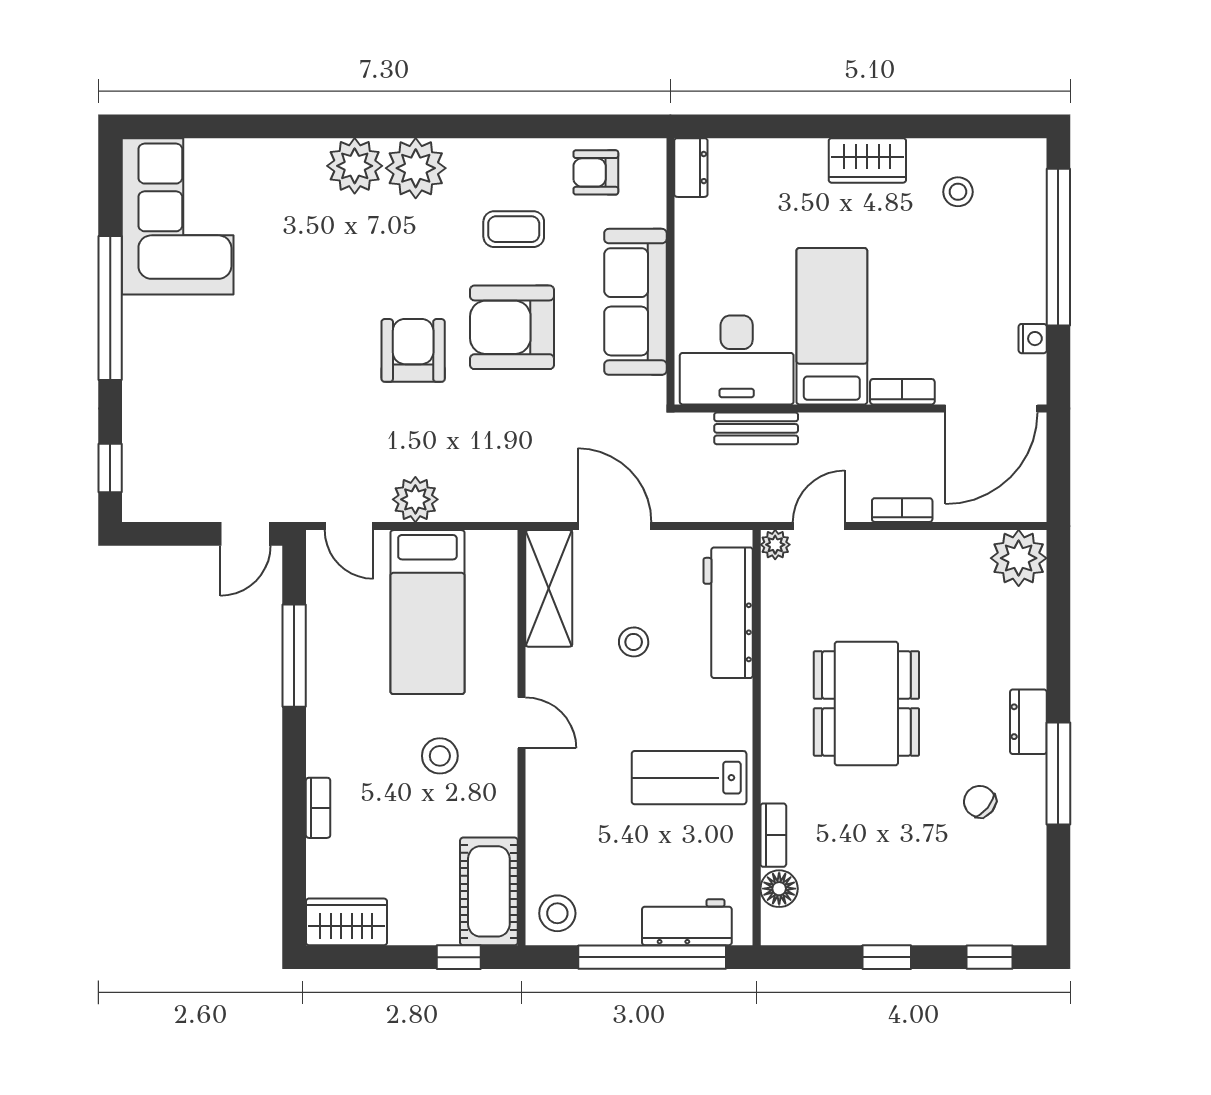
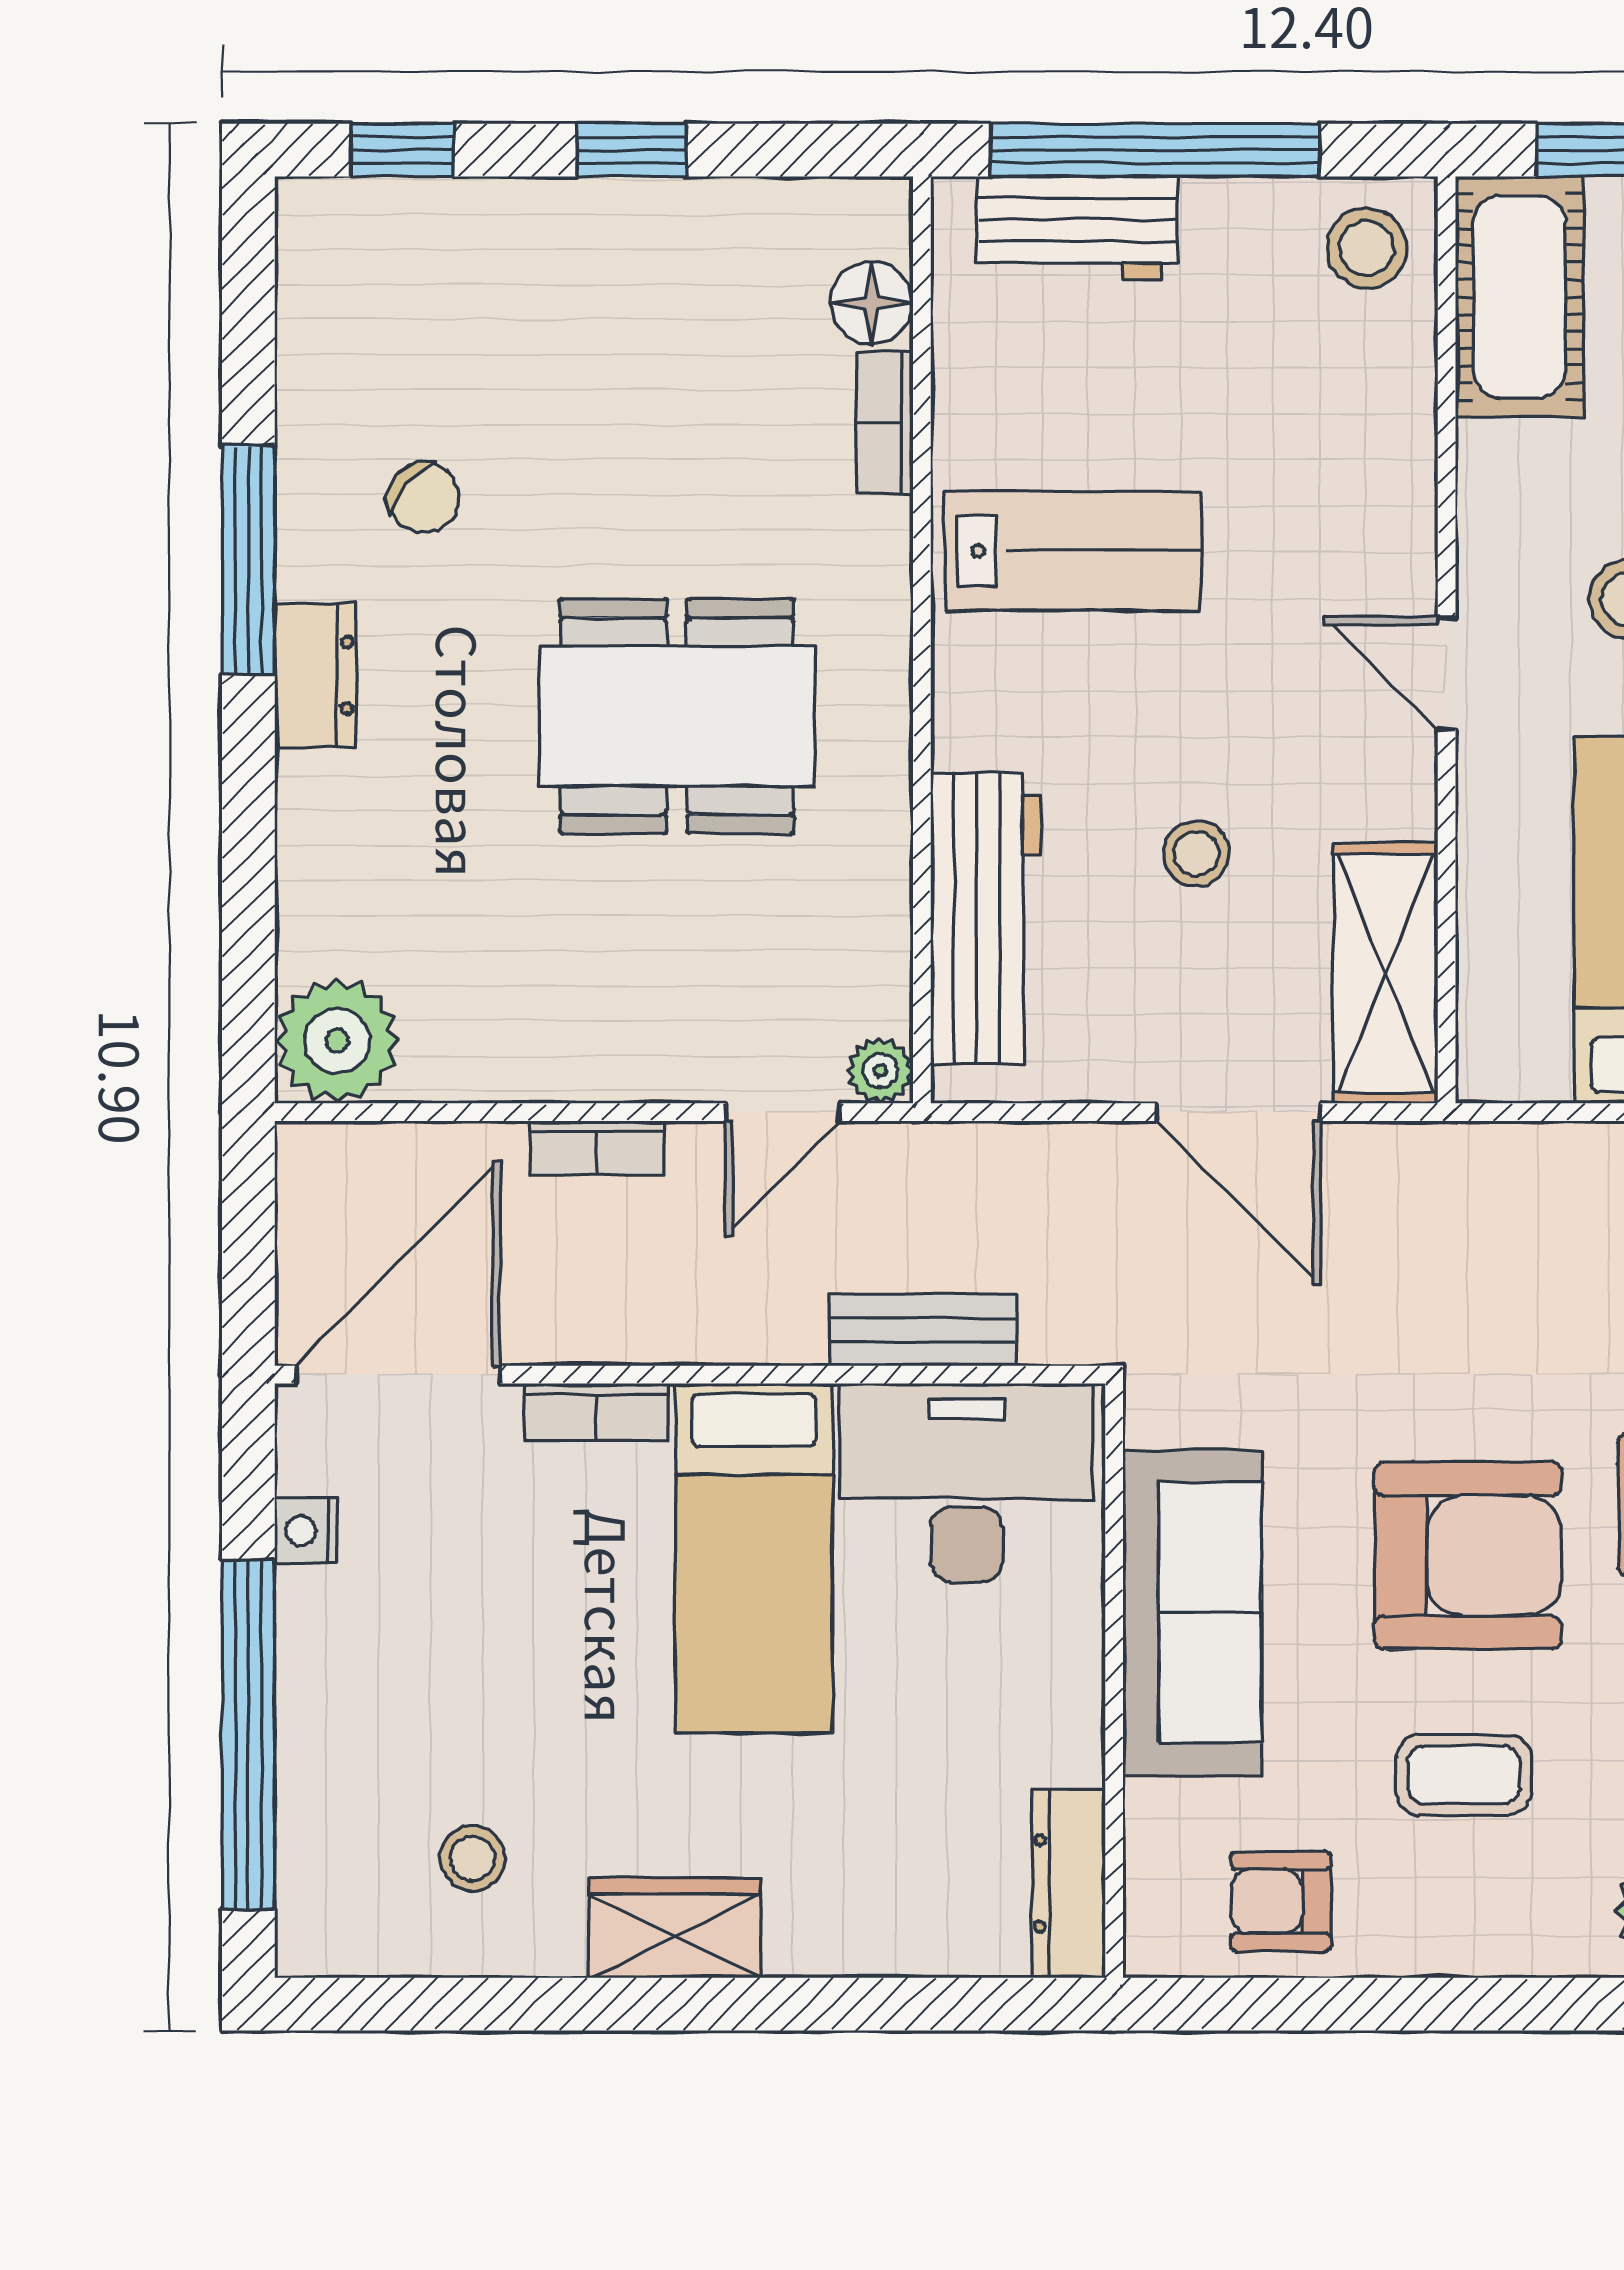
dresser: (691, 168) -> (1068, 1883), width x1.44
armchair: (596, 172) -> (1281, 1901), turned 180
dining table: (866, 703) -> (677, 716), turned 90

